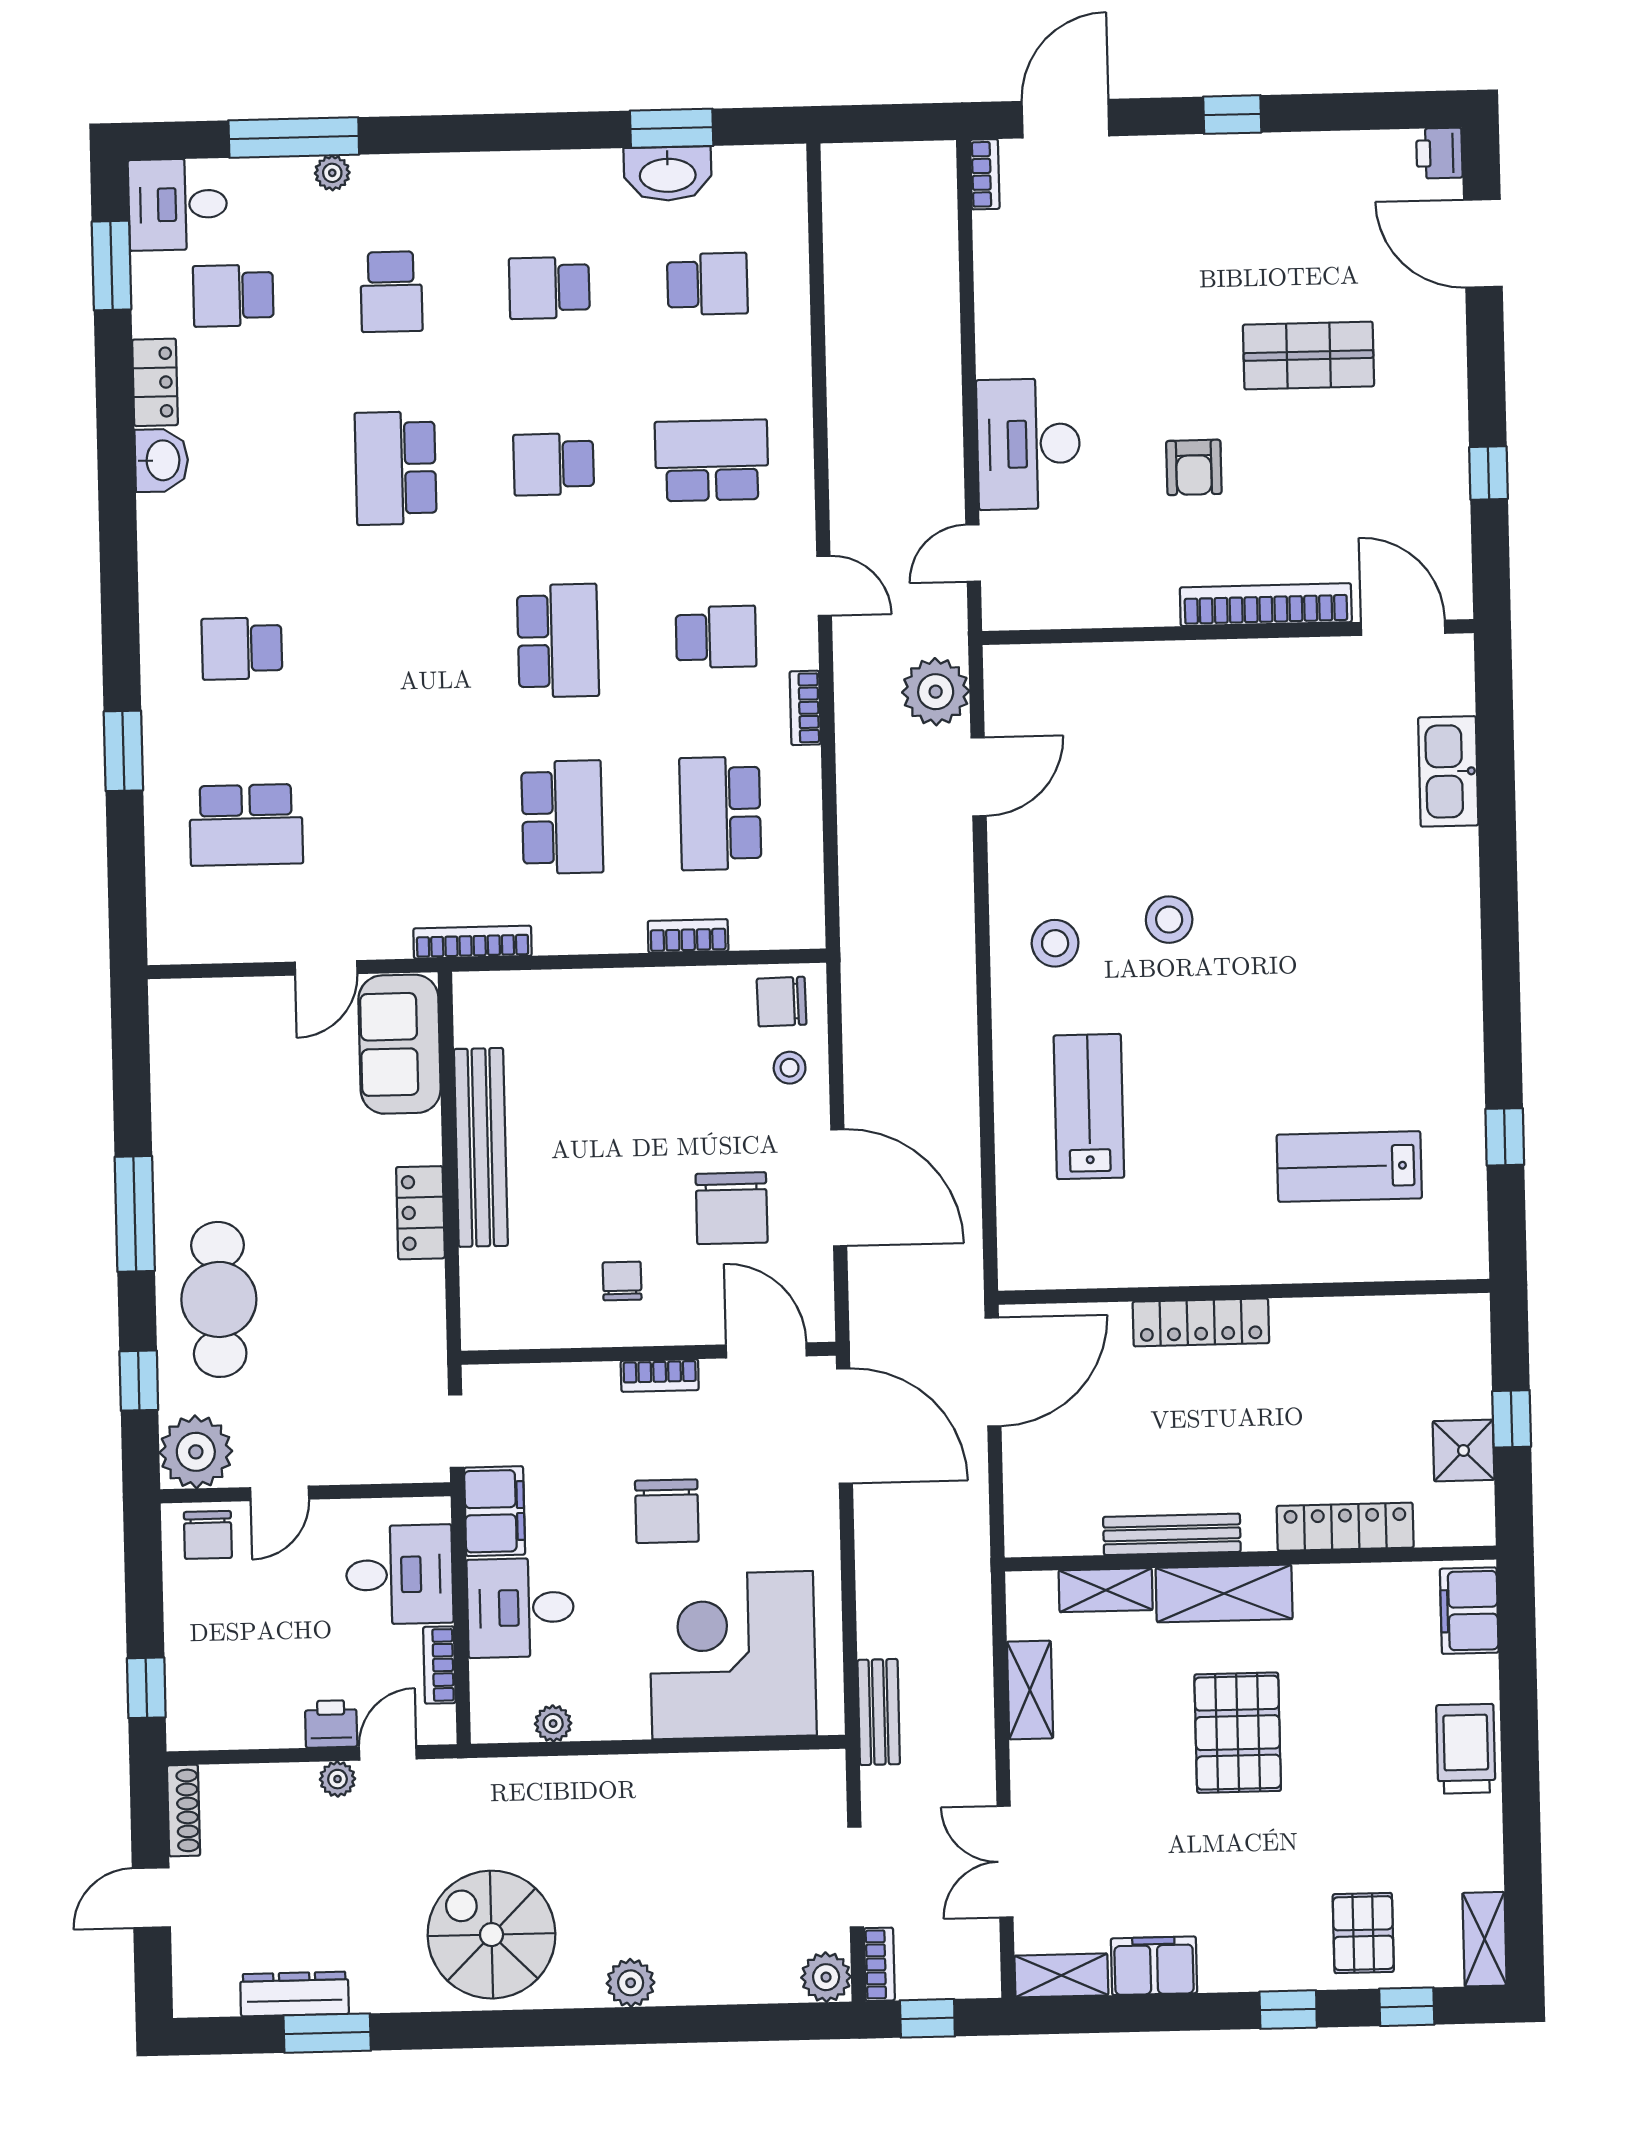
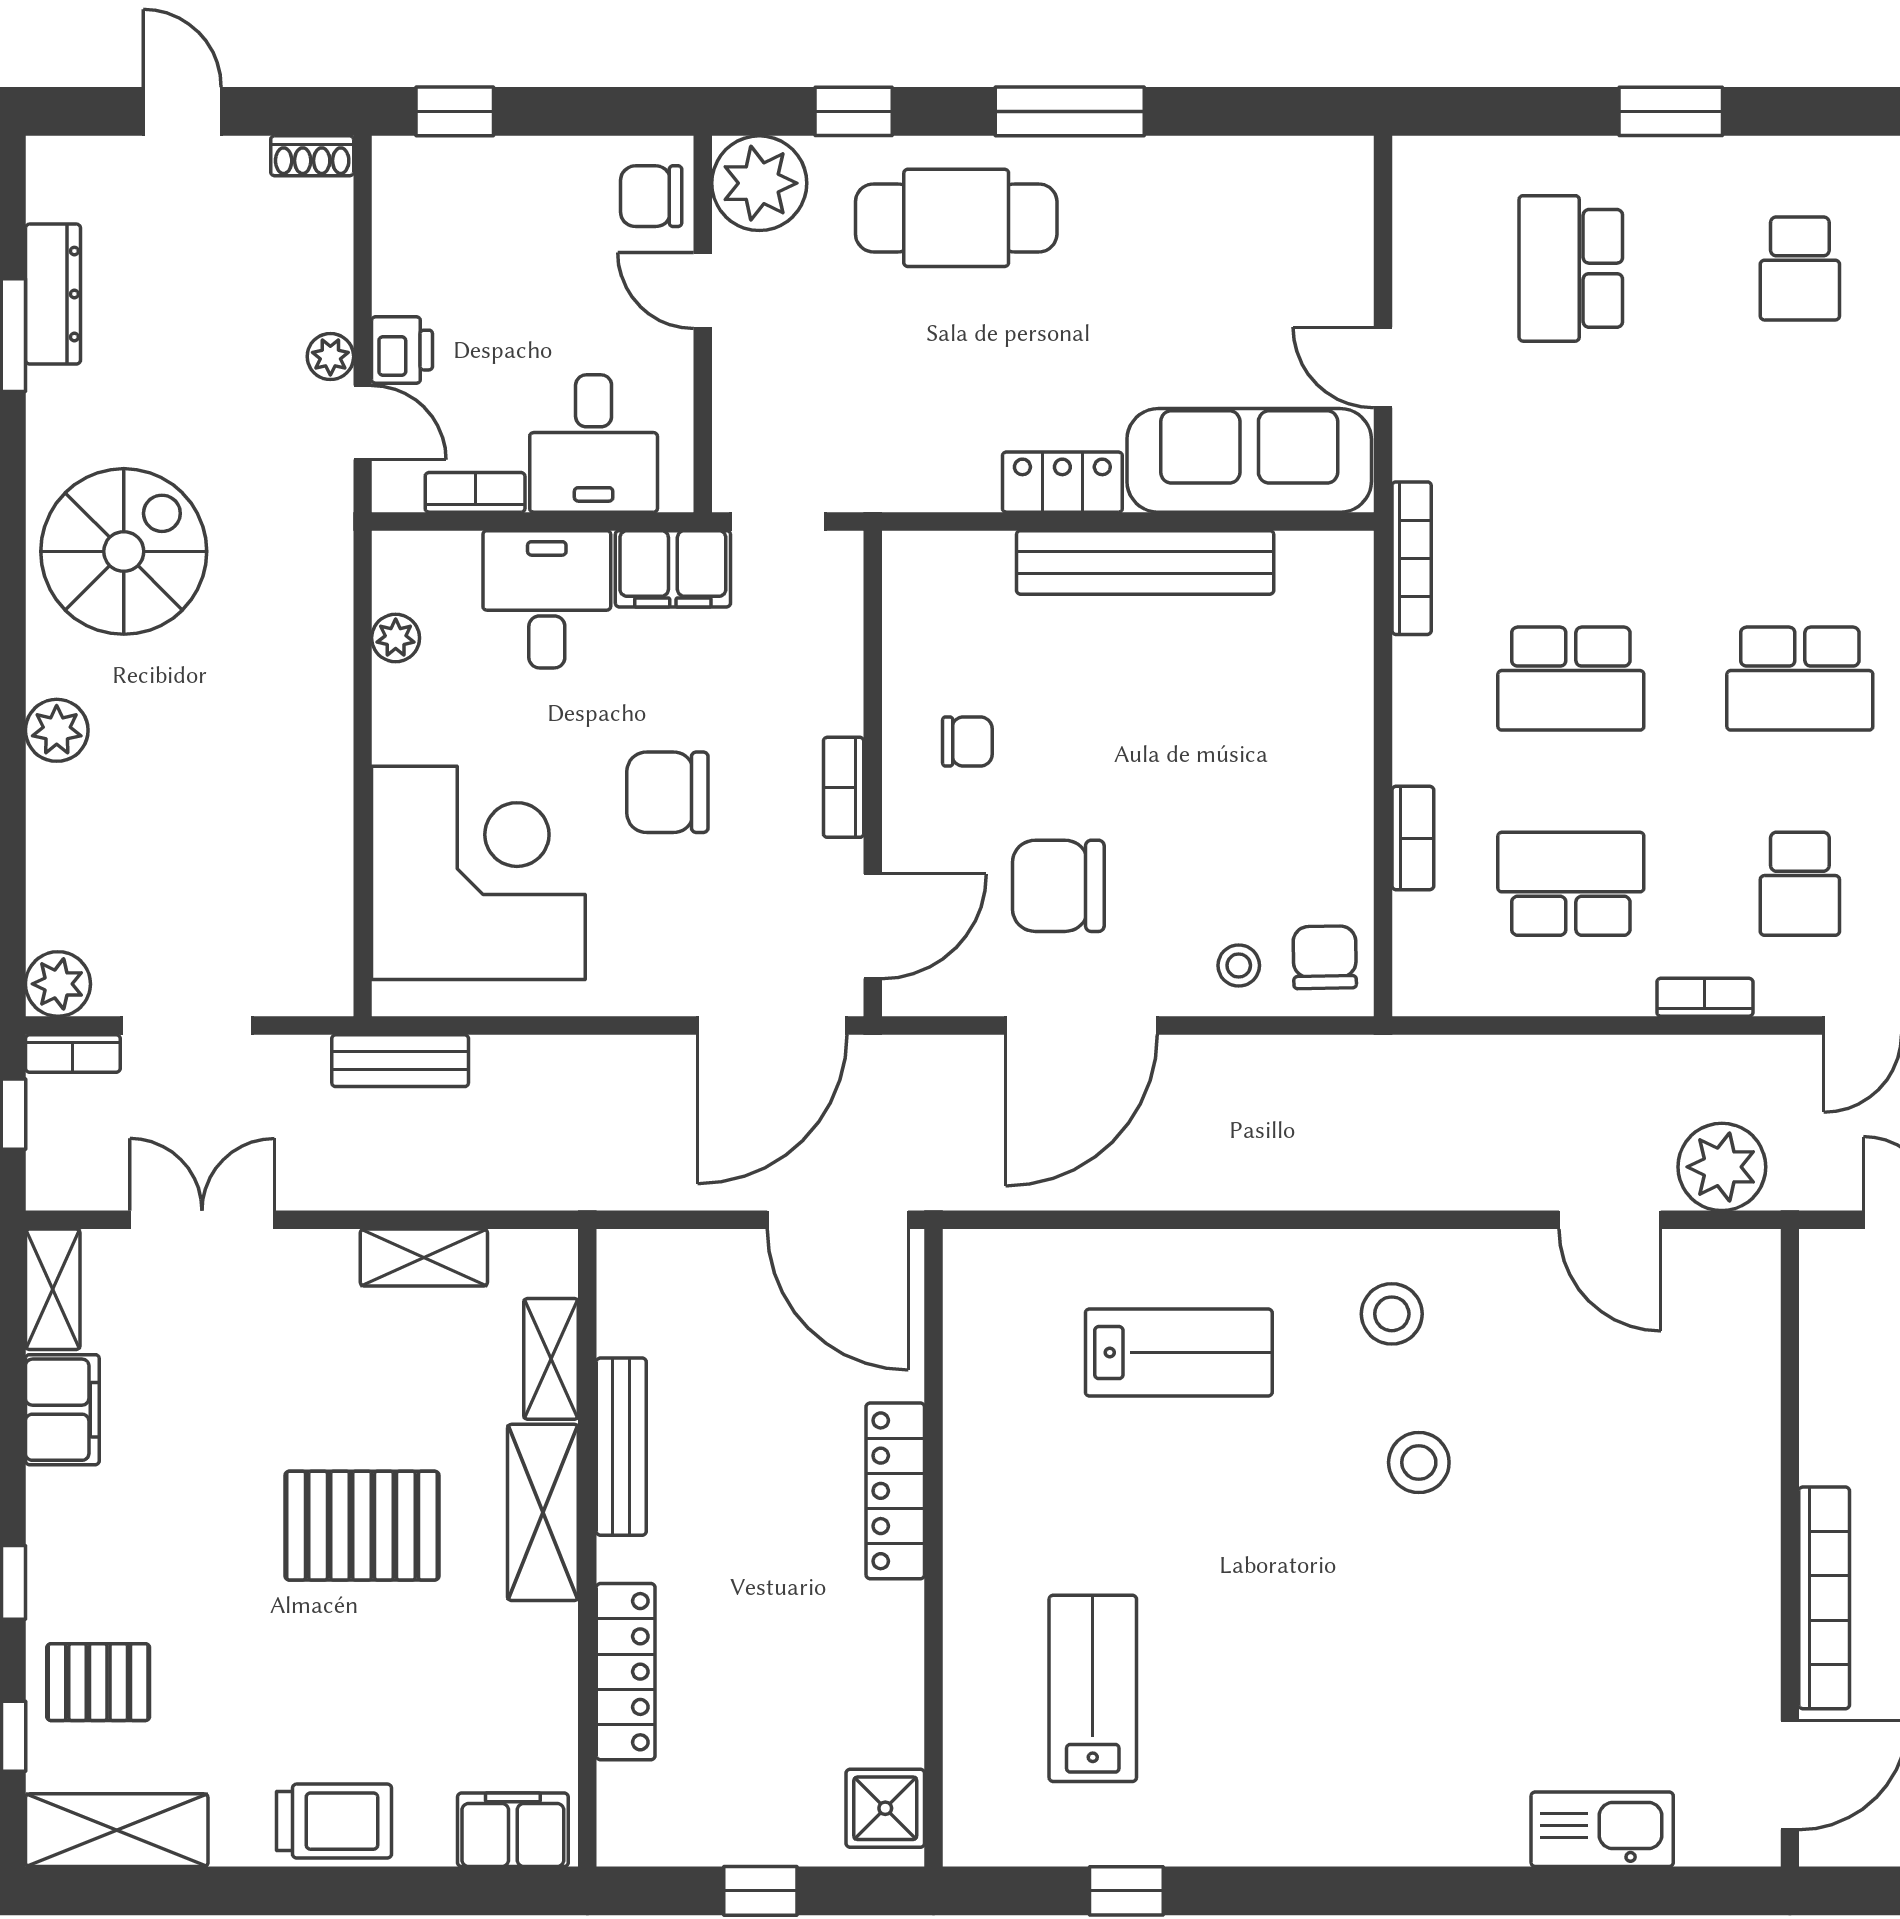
school desk: (242, 648) -> (1800, 268), turned 180
sofa: (400, 1044) -> (1249, 460), width x1.36
shower: (1464, 1450) -> (885, 1808), moved
shoe rack: (183, 1811) -> (312, 156), width x0.70
shelving: (1485, 1939) -> (117, 1830), width x1.50, depth x1.33

